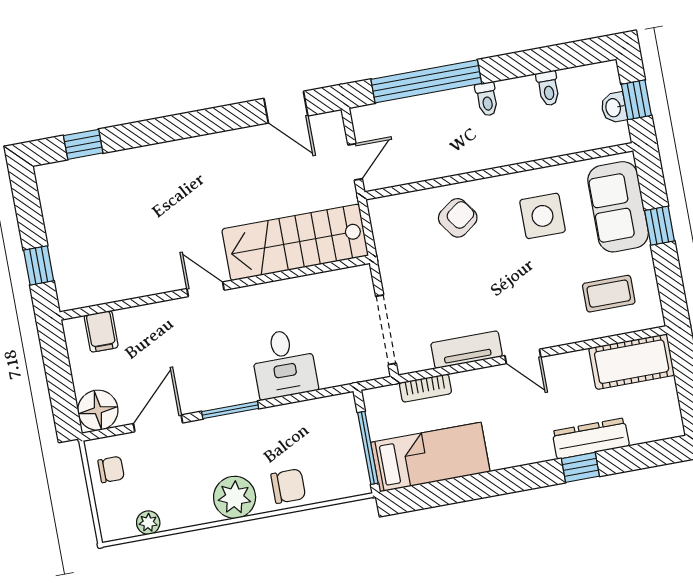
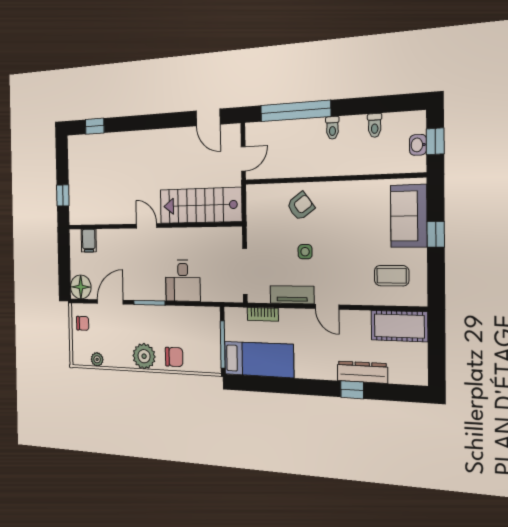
side table: (543, 216) -> (305, 252), moved, width x0.54, depth x0.54

